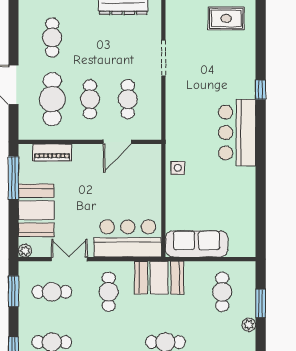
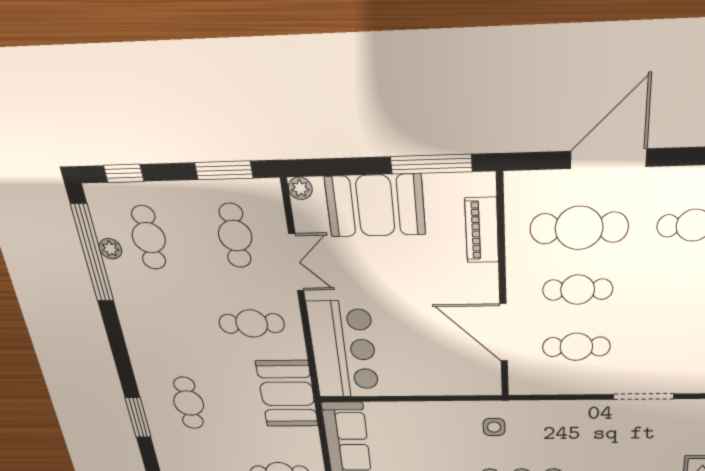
door: (117, 142) -> (504, 333), width x1.36
side table: (178, 168) -> (494, 427), moved

